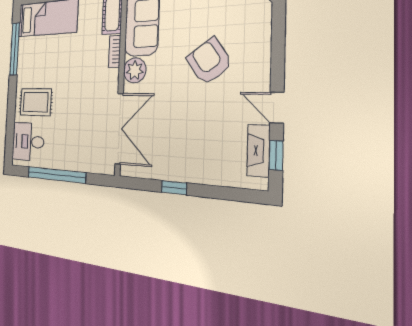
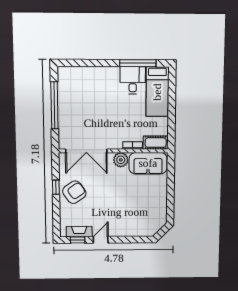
armchair: (209, 61) -> (74, 192), moved
rug: (36, 102) -> (101, 85), removed
desk: (28, 142) -> (133, 80), moved

